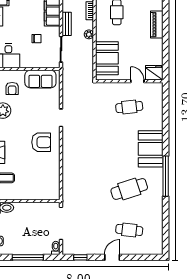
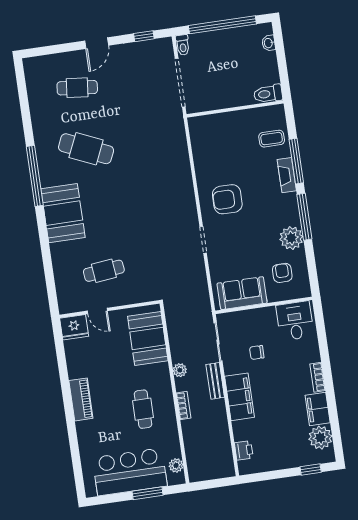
cafe table: (129, 189) -> (86, 149), turned 42
window: (28, 257) -> (222, 25), width x1.46

